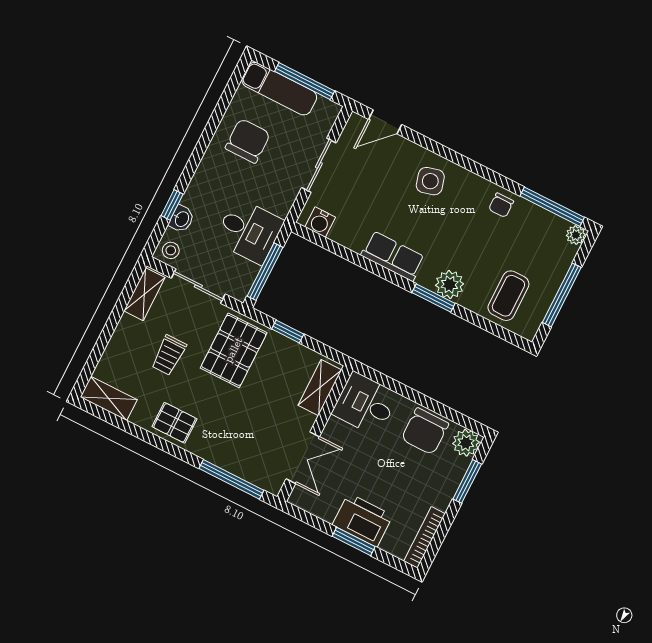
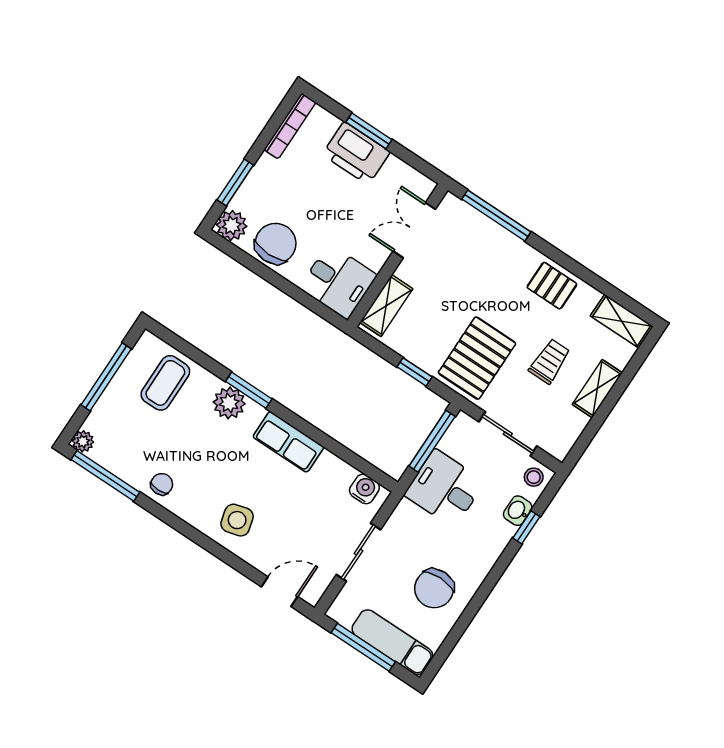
shelving: (144, 294) -> (597, 389), moved

